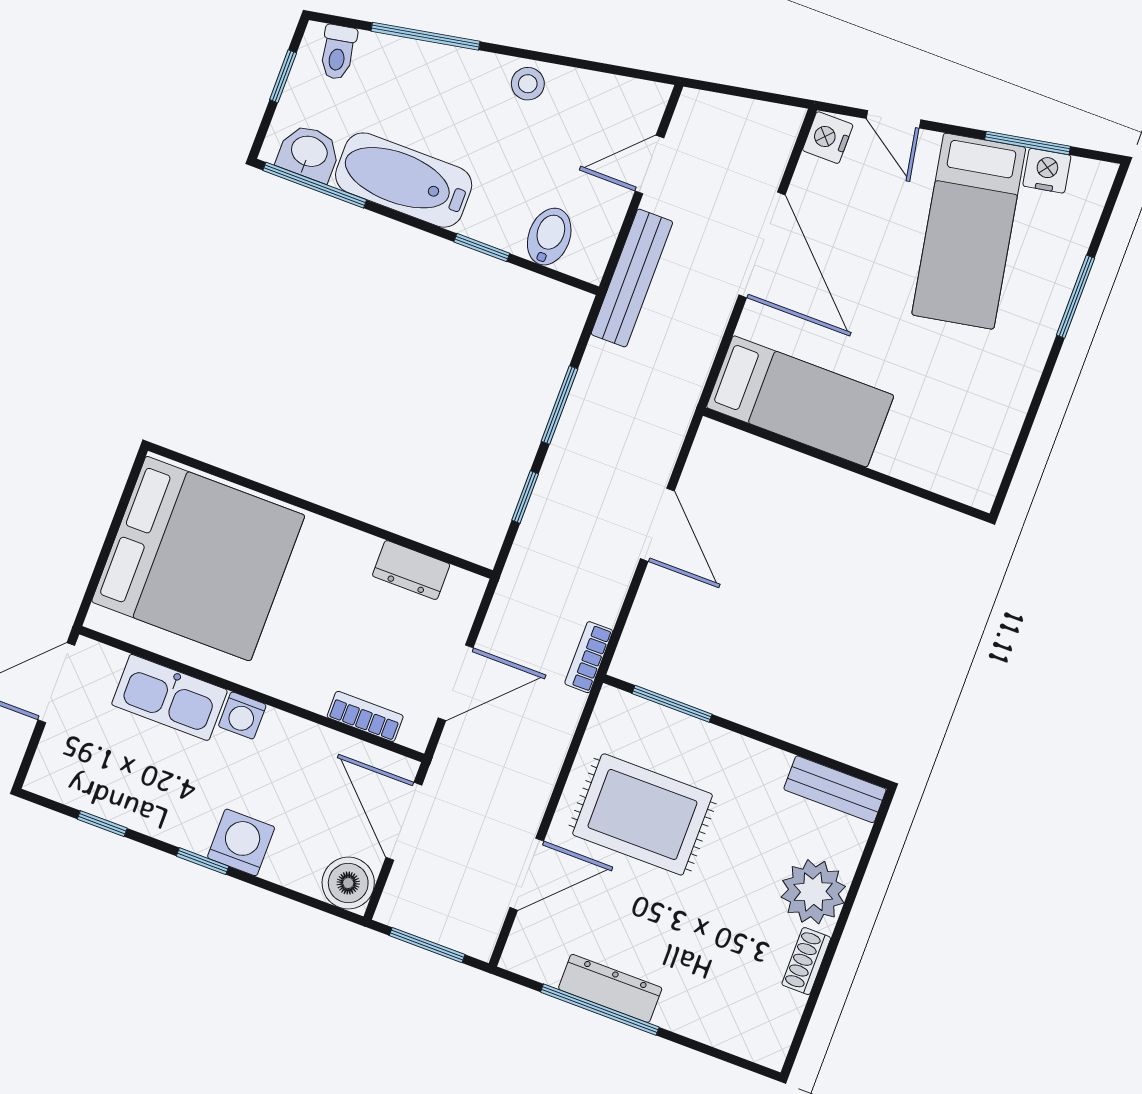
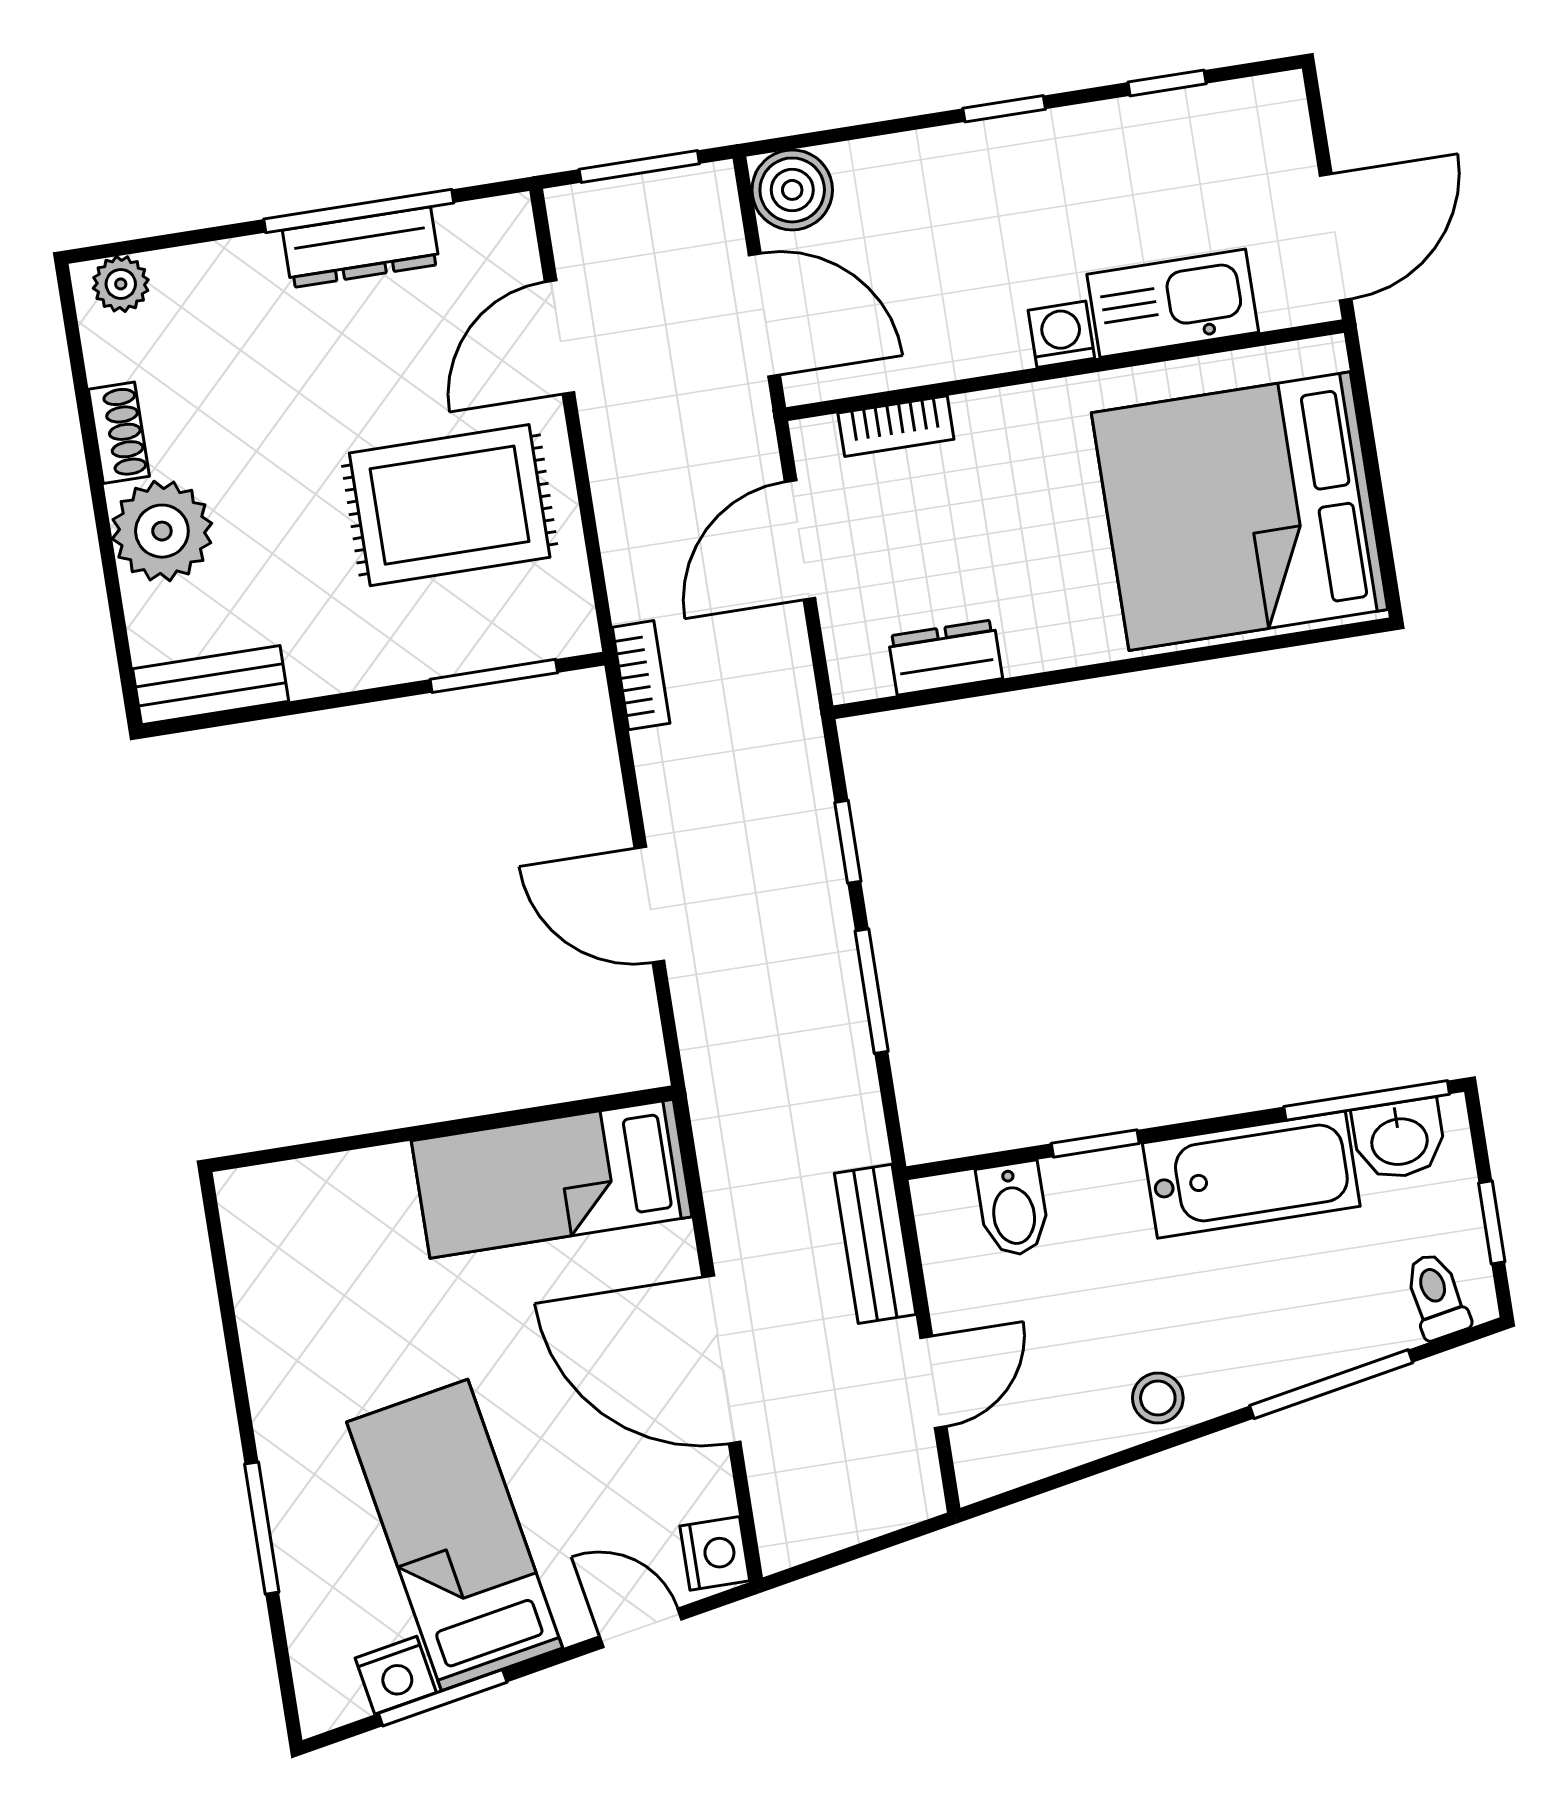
bench: (632, 278) -> (875, 1244), width x0.73
washing machine: (241, 842) -> (967, 163), removed
plant: (758, 1044) -> (121, 284), added

